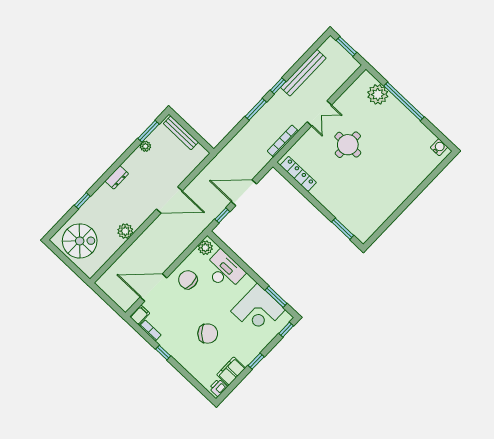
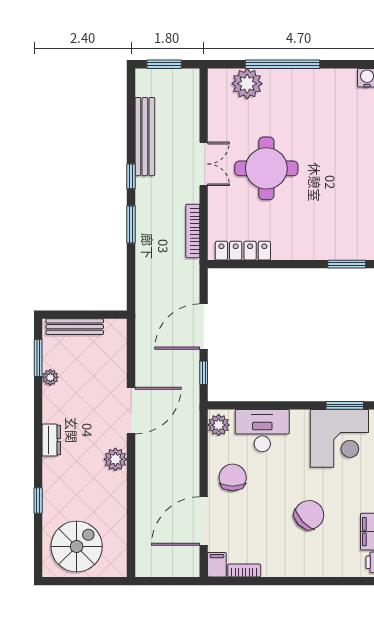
round table: (348, 145) -> (266, 168), width x1.36, depth x1.36
plant: (125, 231) -> (115, 459), moved
chair: (188, 280) -> (233, 477), turned 90
window: (163, 353) -> (281, 581), removed

